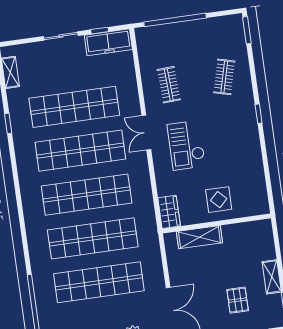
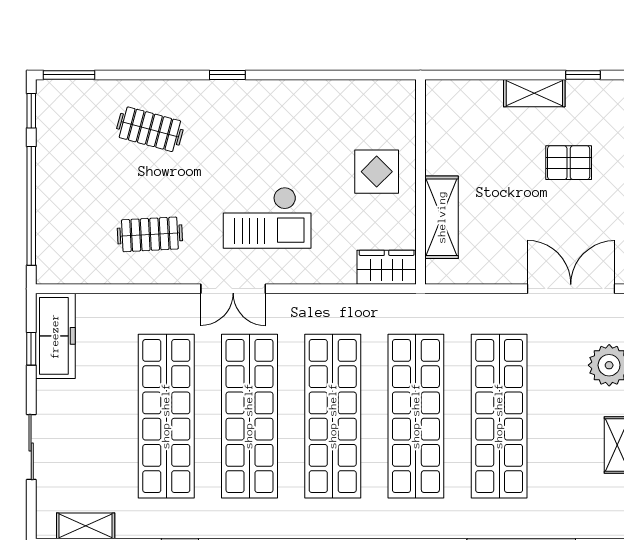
window: (225, 13) -> (31, 111), added
sliding door: (61, 36) -> (31, 447), moved

